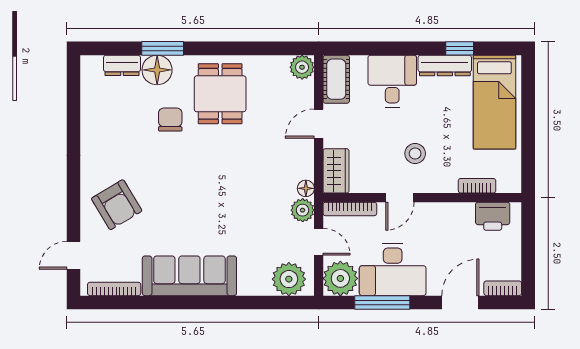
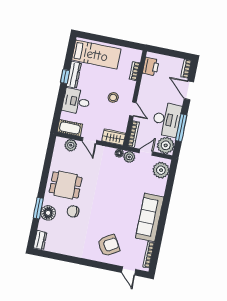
window: (460, 48) -> (65, 76), moved
dresser: (122, 65) -> (40, 240), moved
plant: (302, 67) -> (71, 145), moved

